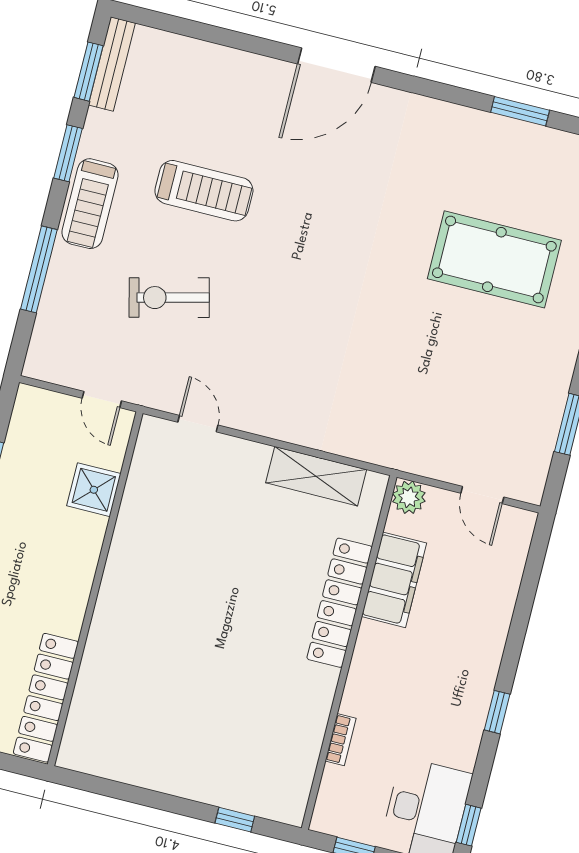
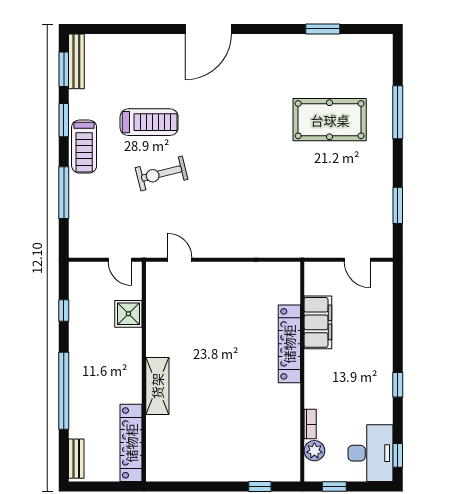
exercise bike: (169, 298) -> (162, 174), moved
shelving: (316, 476) -> (157, 386), moved, turned 90
plant: (409, 497) -> (314, 451), moved

